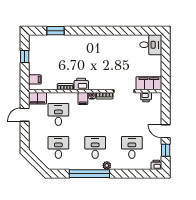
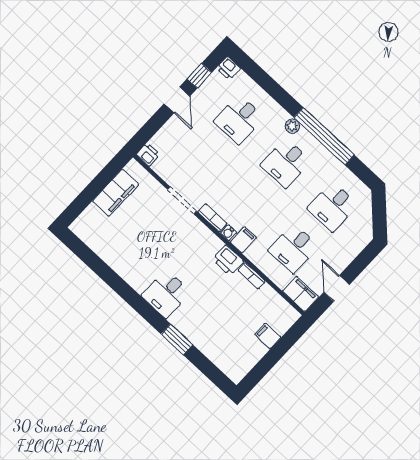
window: (55, 31) -> (177, 339), moved
desk: (151, 45) -> (166, 294), moved, turned -90
window: (25, 57) -> (268, 362), removed
filing cabinet: (35, 79) -> (268, 336), moved
filing cabinet: (149, 83) -> (116, 193), moved, turned -90
printer: (146, 97) -> (148, 154), moved
door: (25, 115) -> (337, 288), swing flipped

